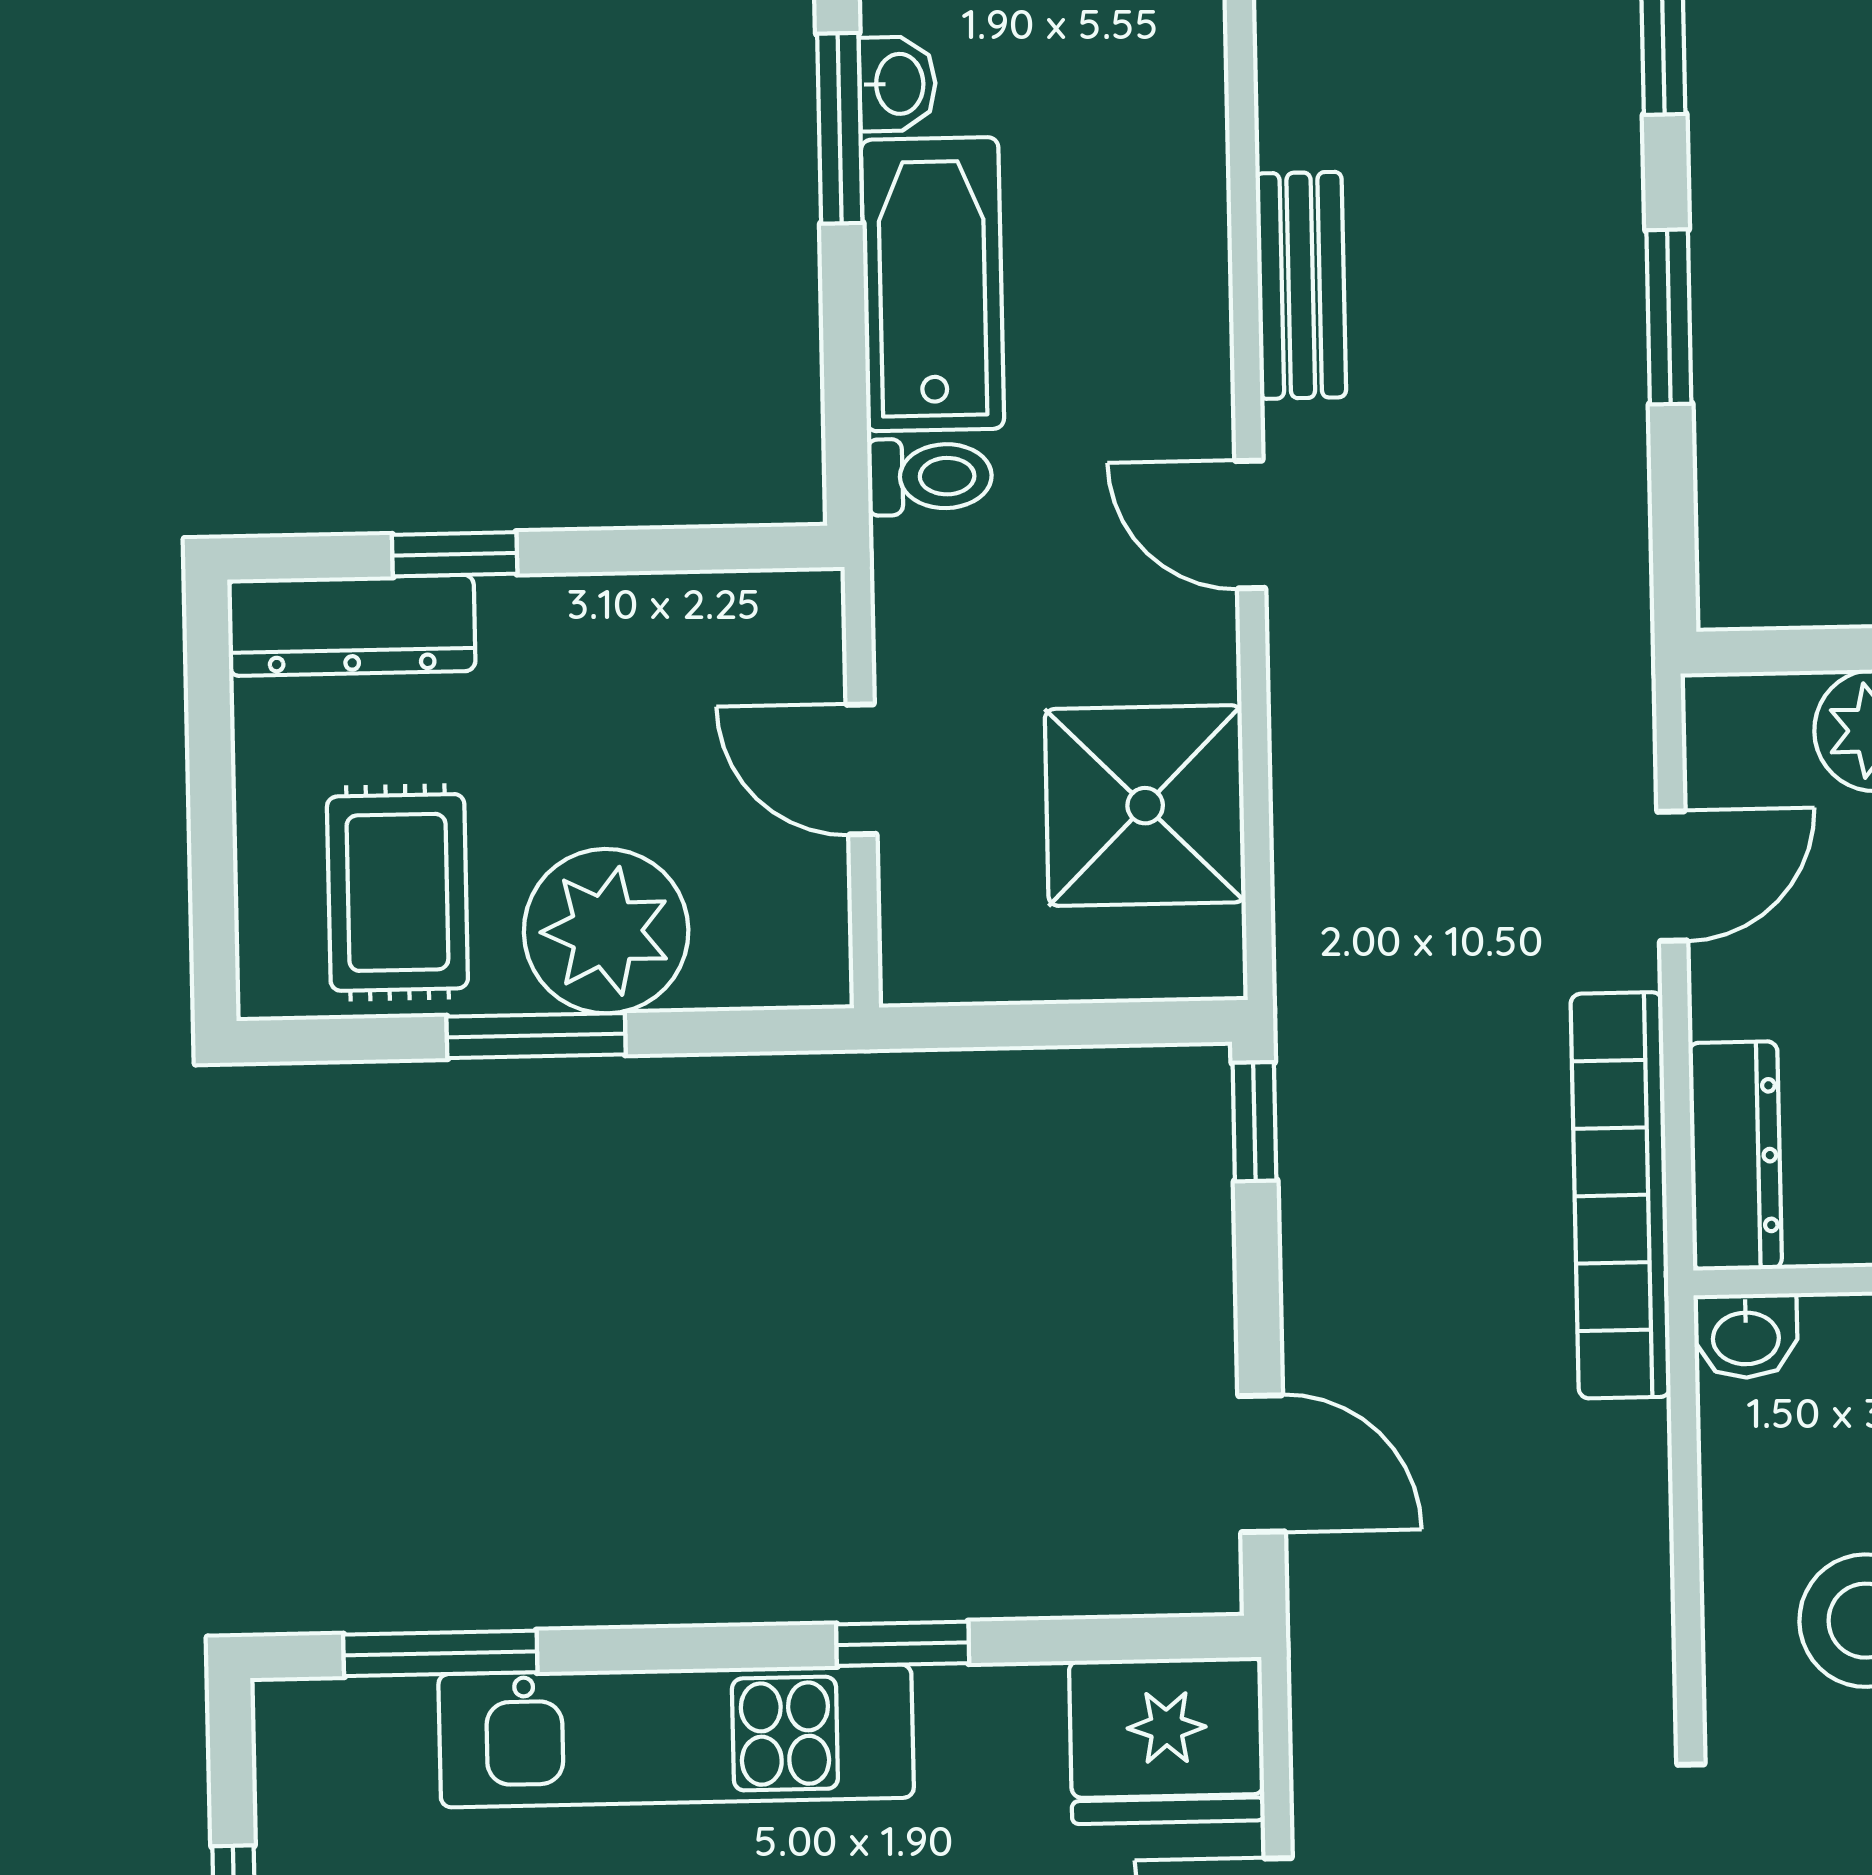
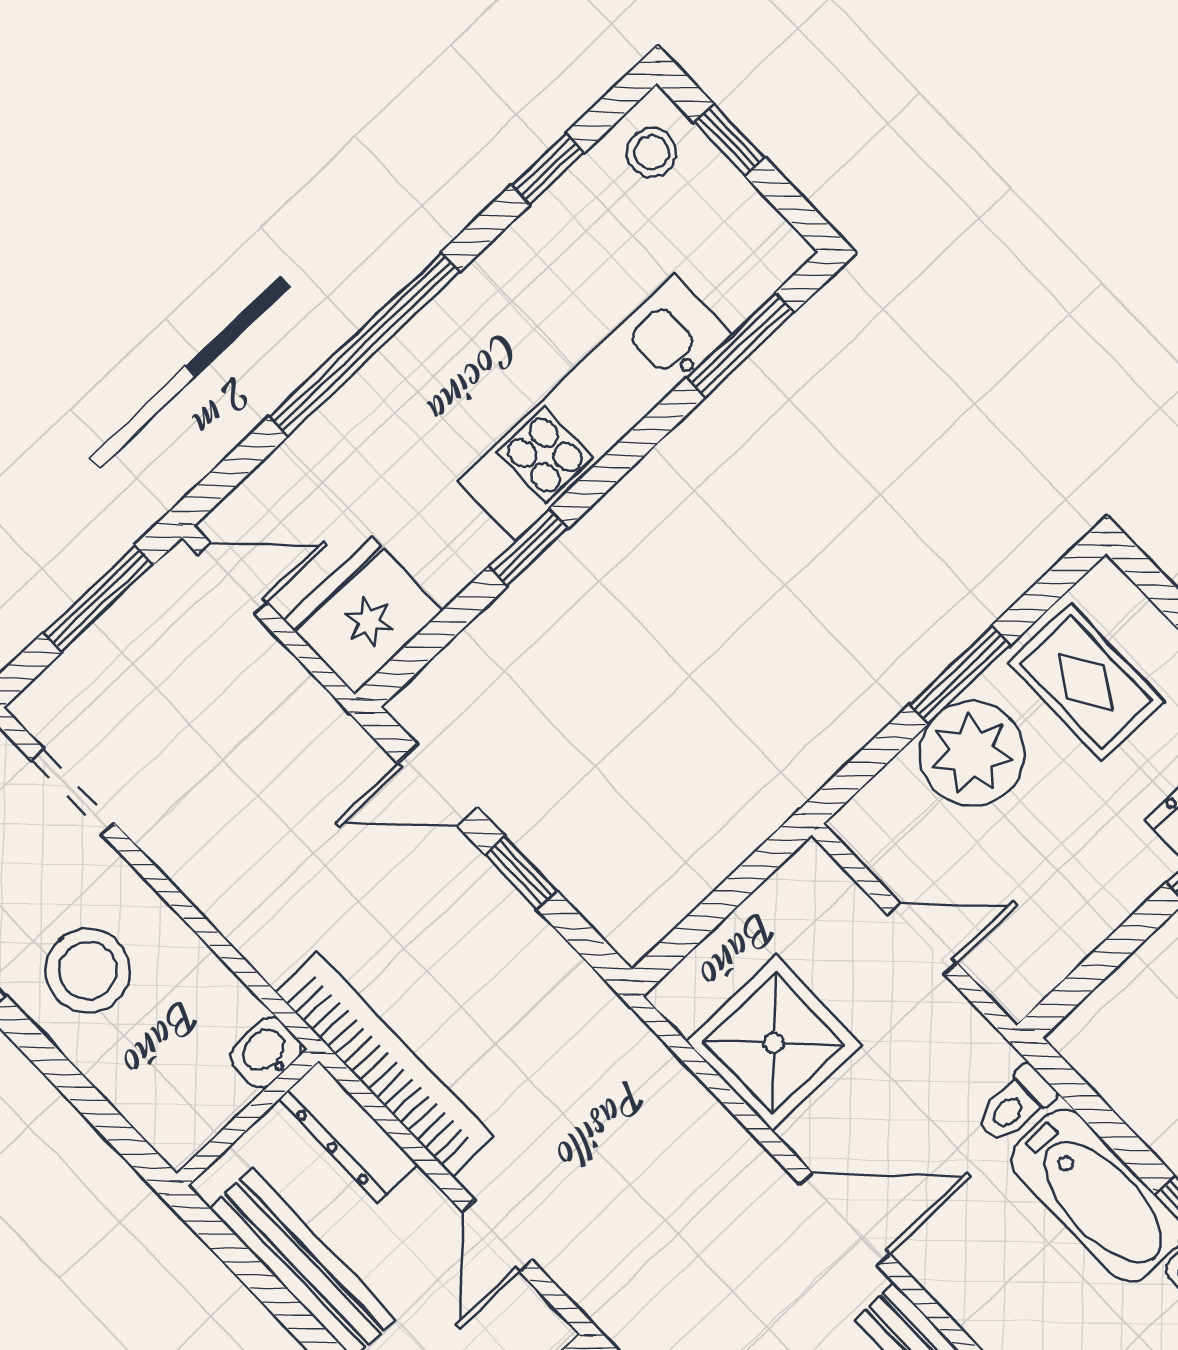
door: (1250, 524) -> (845, 1219), width x1.38
window: (1254, 1122) -> (521, 873), moved

